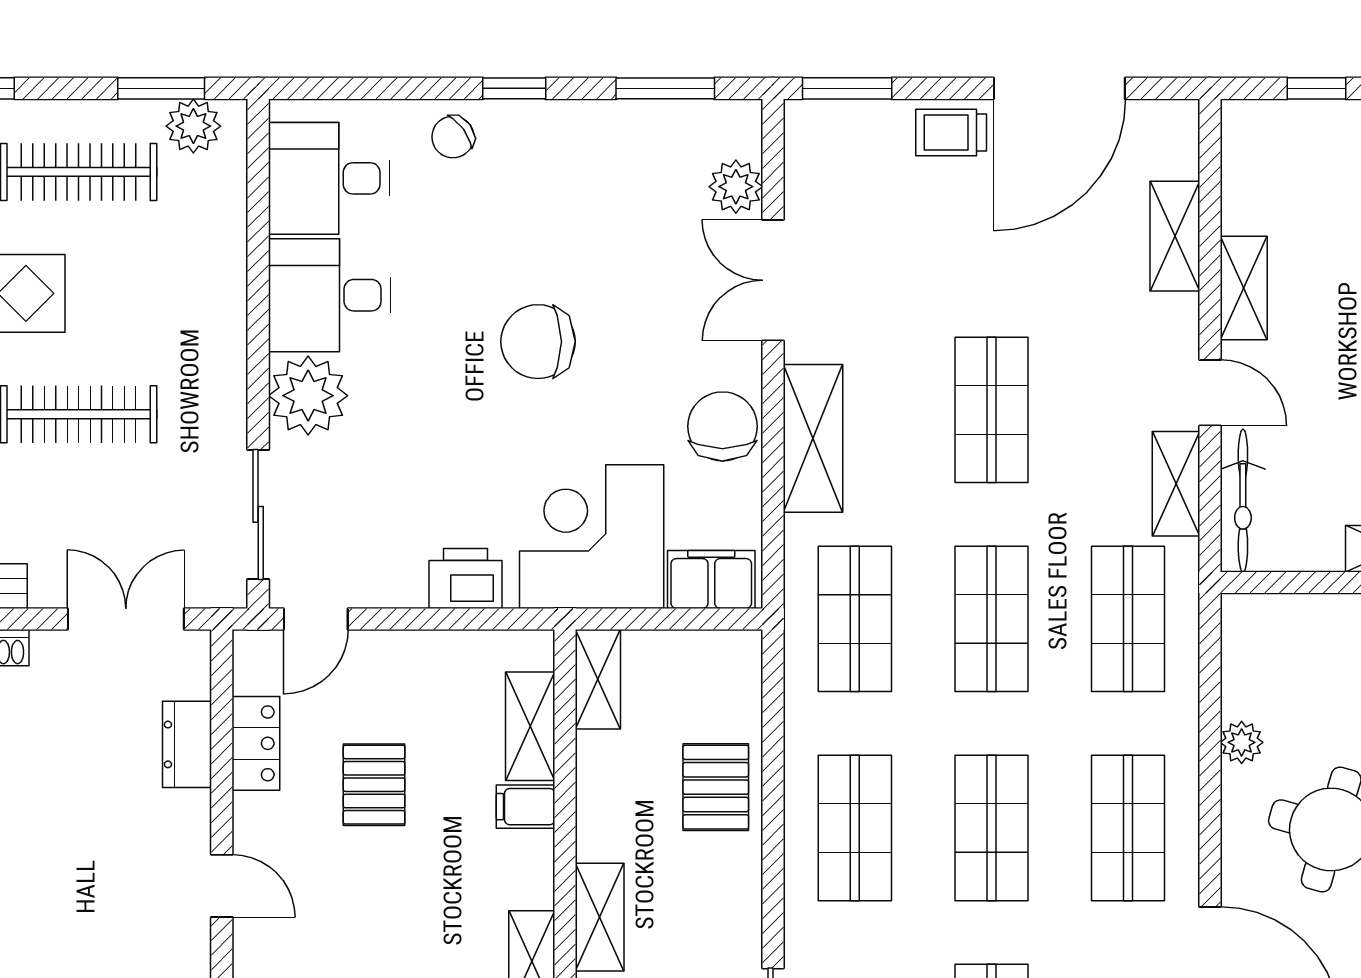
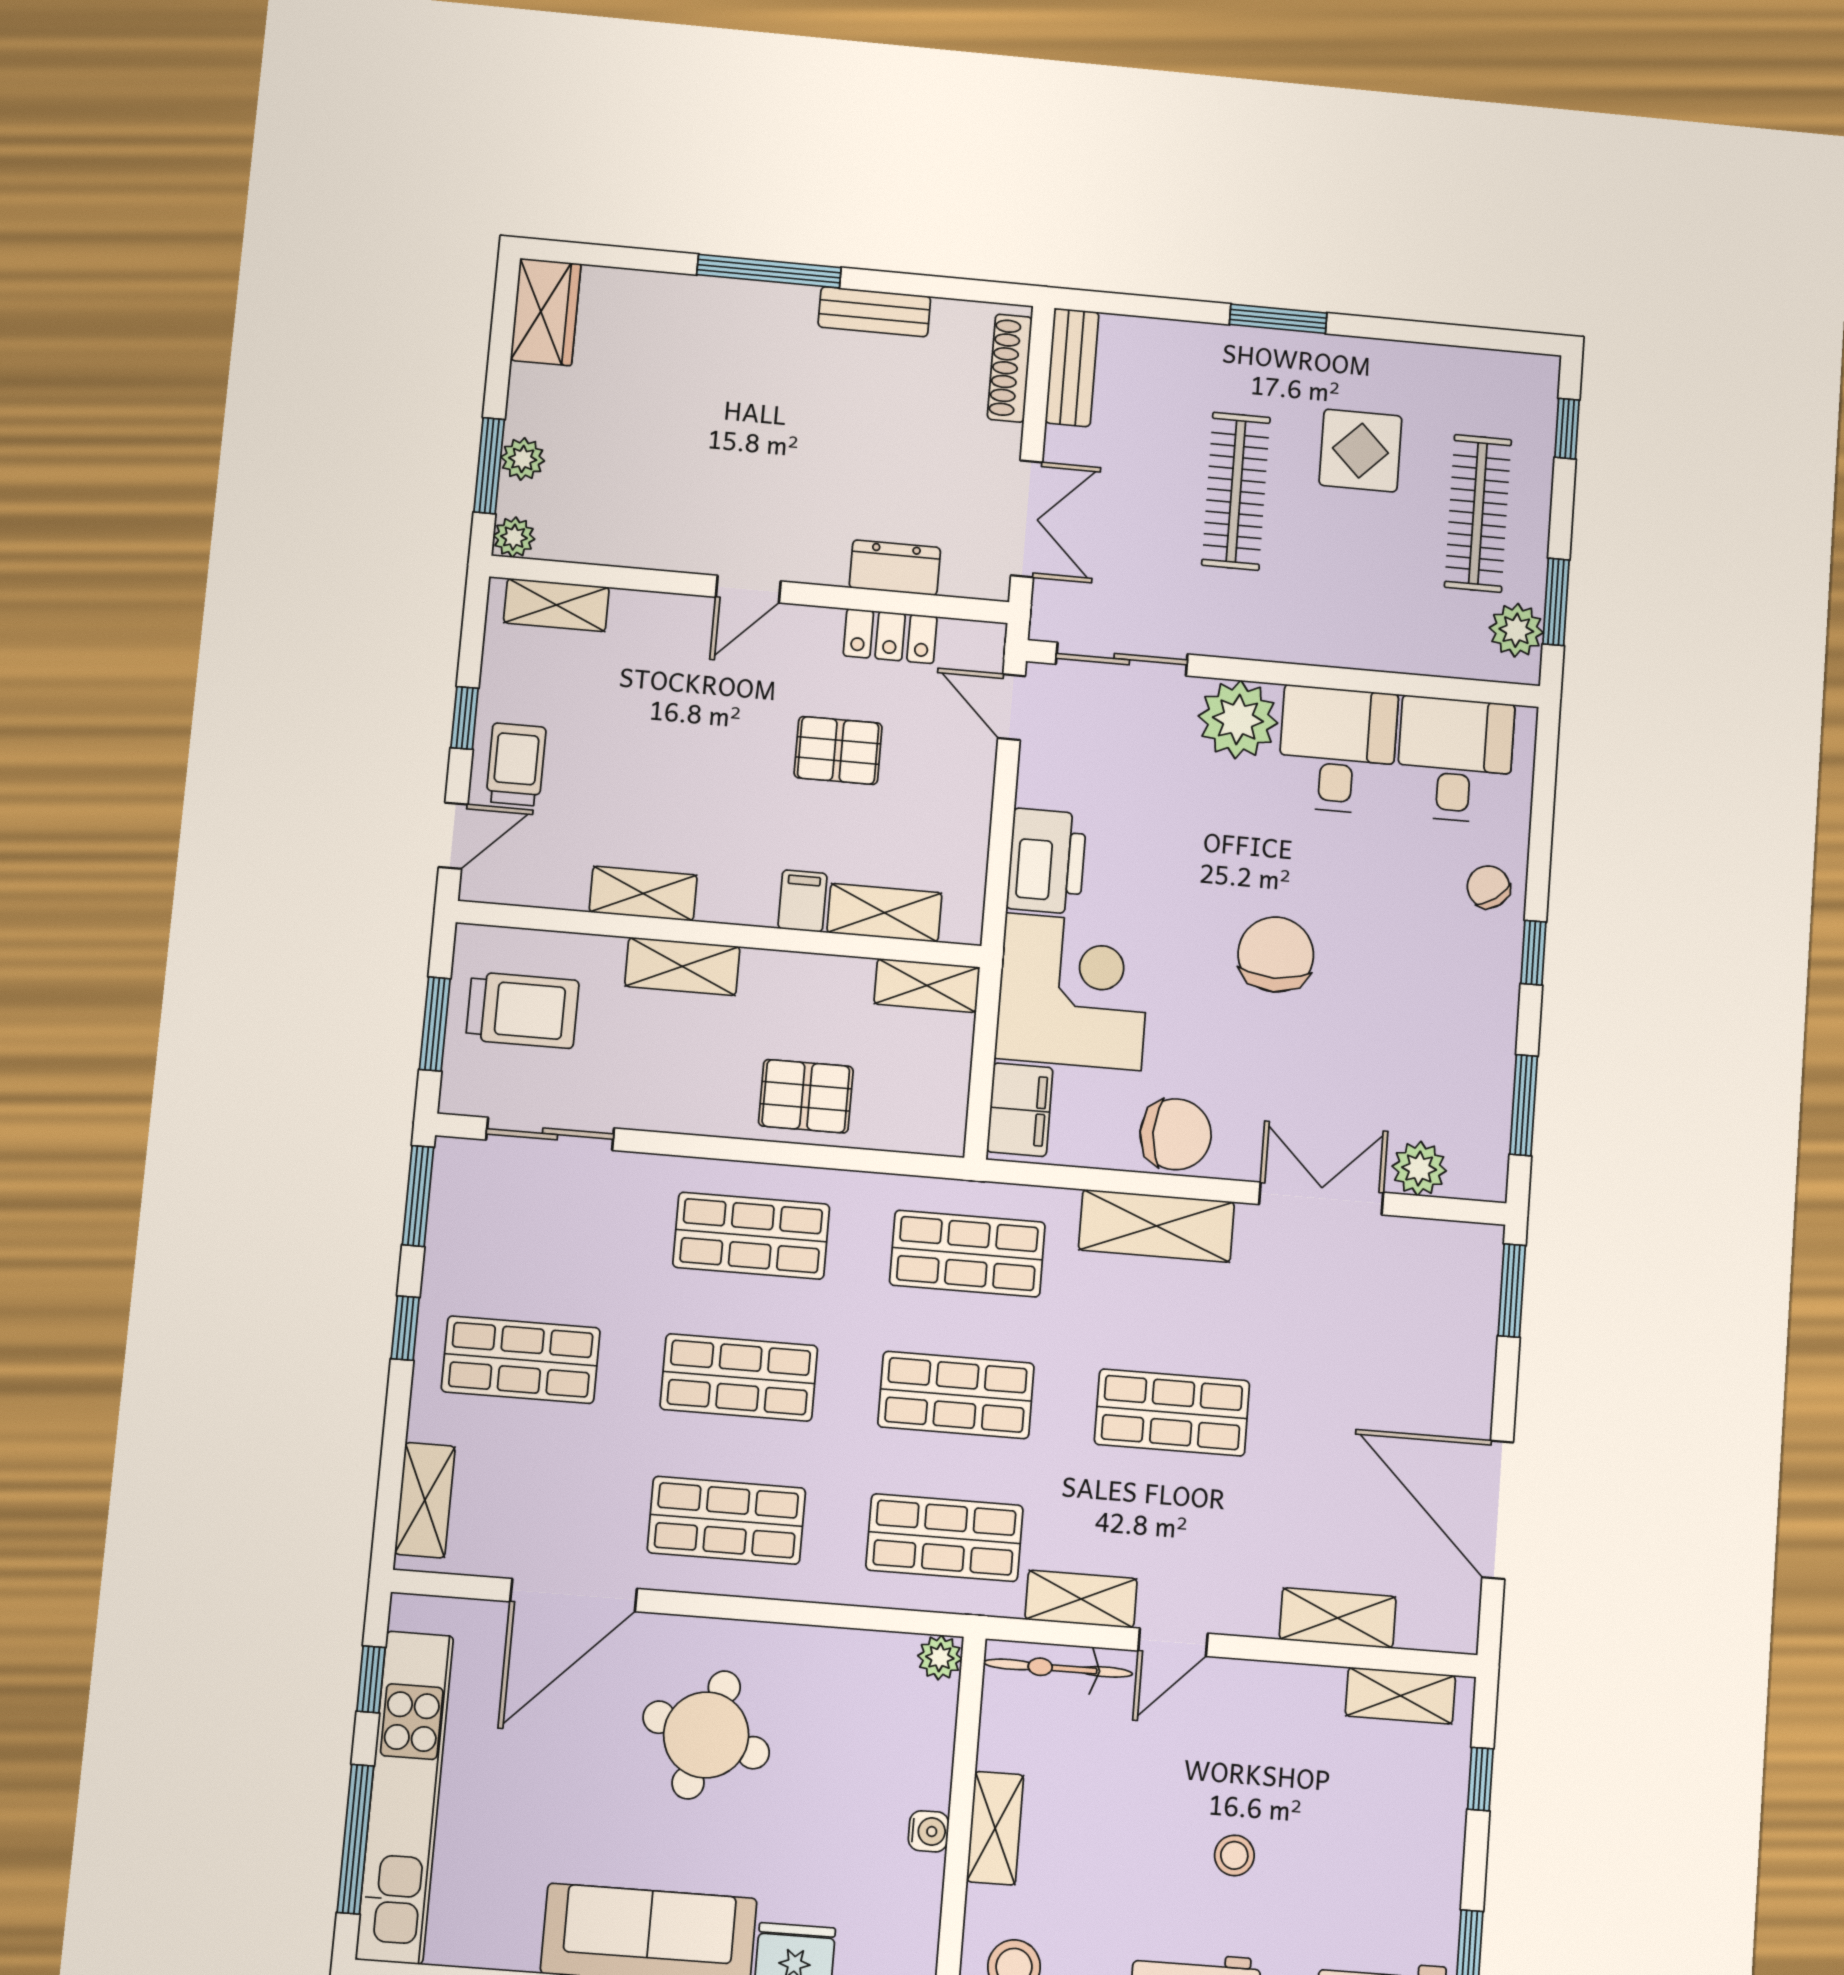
trolley: (951, 132) -> (1460, 1394), removed
shelving: (1244, 288) -> (1400, 1696), moved
printer: (465, 578) -> (1047, 861), width x1.37, depth x1.19
plant: (1242, 742) -> (940, 1657), moved

